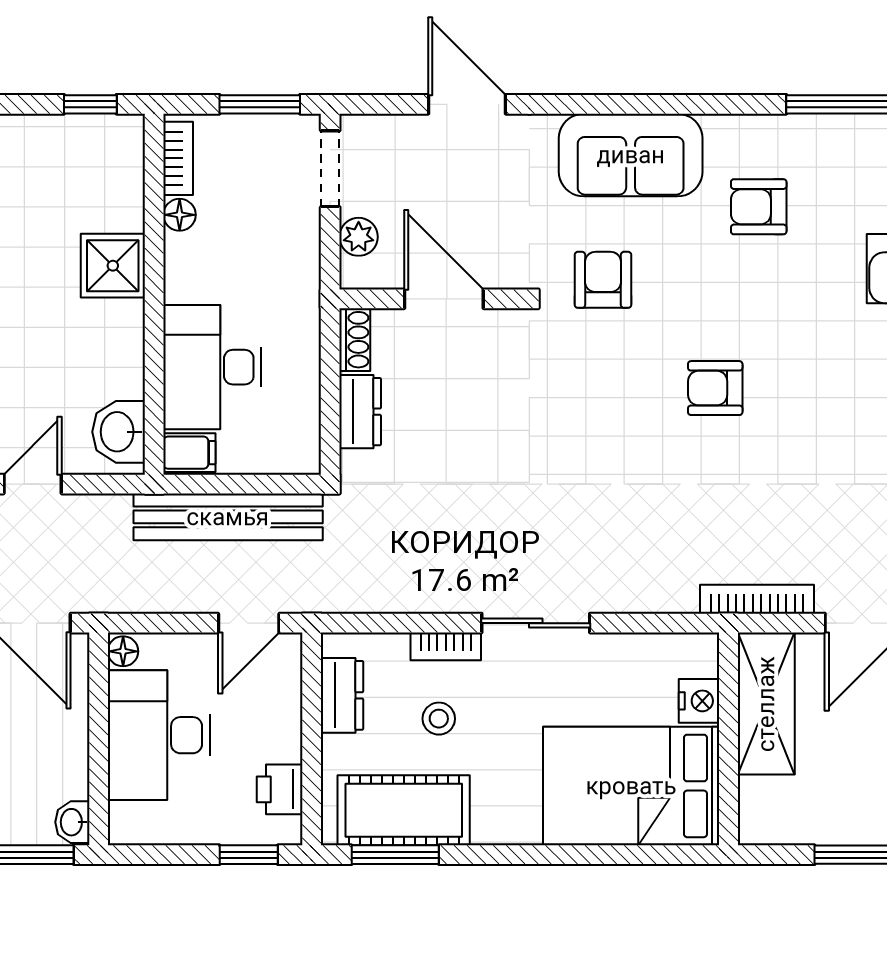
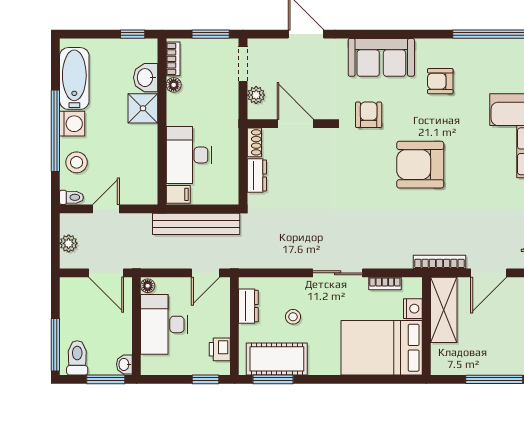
armchair: (715, 388) -> (420, 165), width x1.88, depth x1.88
washbasin: (119, 432) -> (146, 78), moved
bookcase: (446, 646) -> (385, 284), moved

